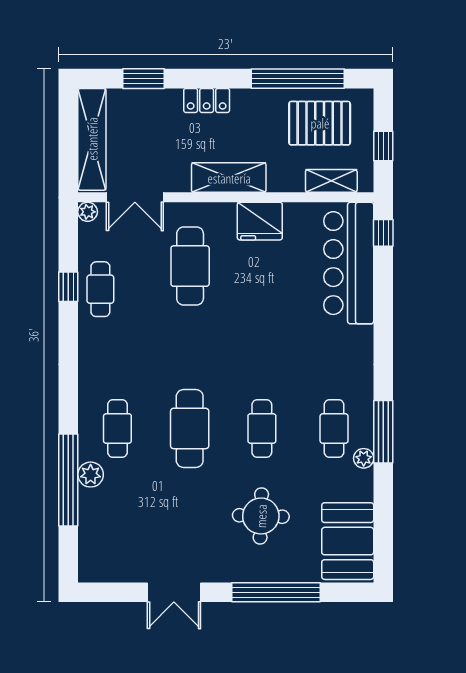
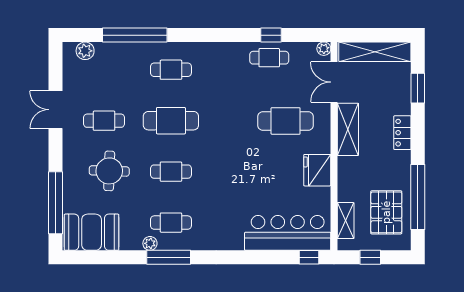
shelving: (229, 178) -> (348, 129), moved
plant: (91, 475) -> (85, 51), moved
cafe table: (190, 523) -> (104, 121), added
window: (276, 592) -> (55, 203), moved

